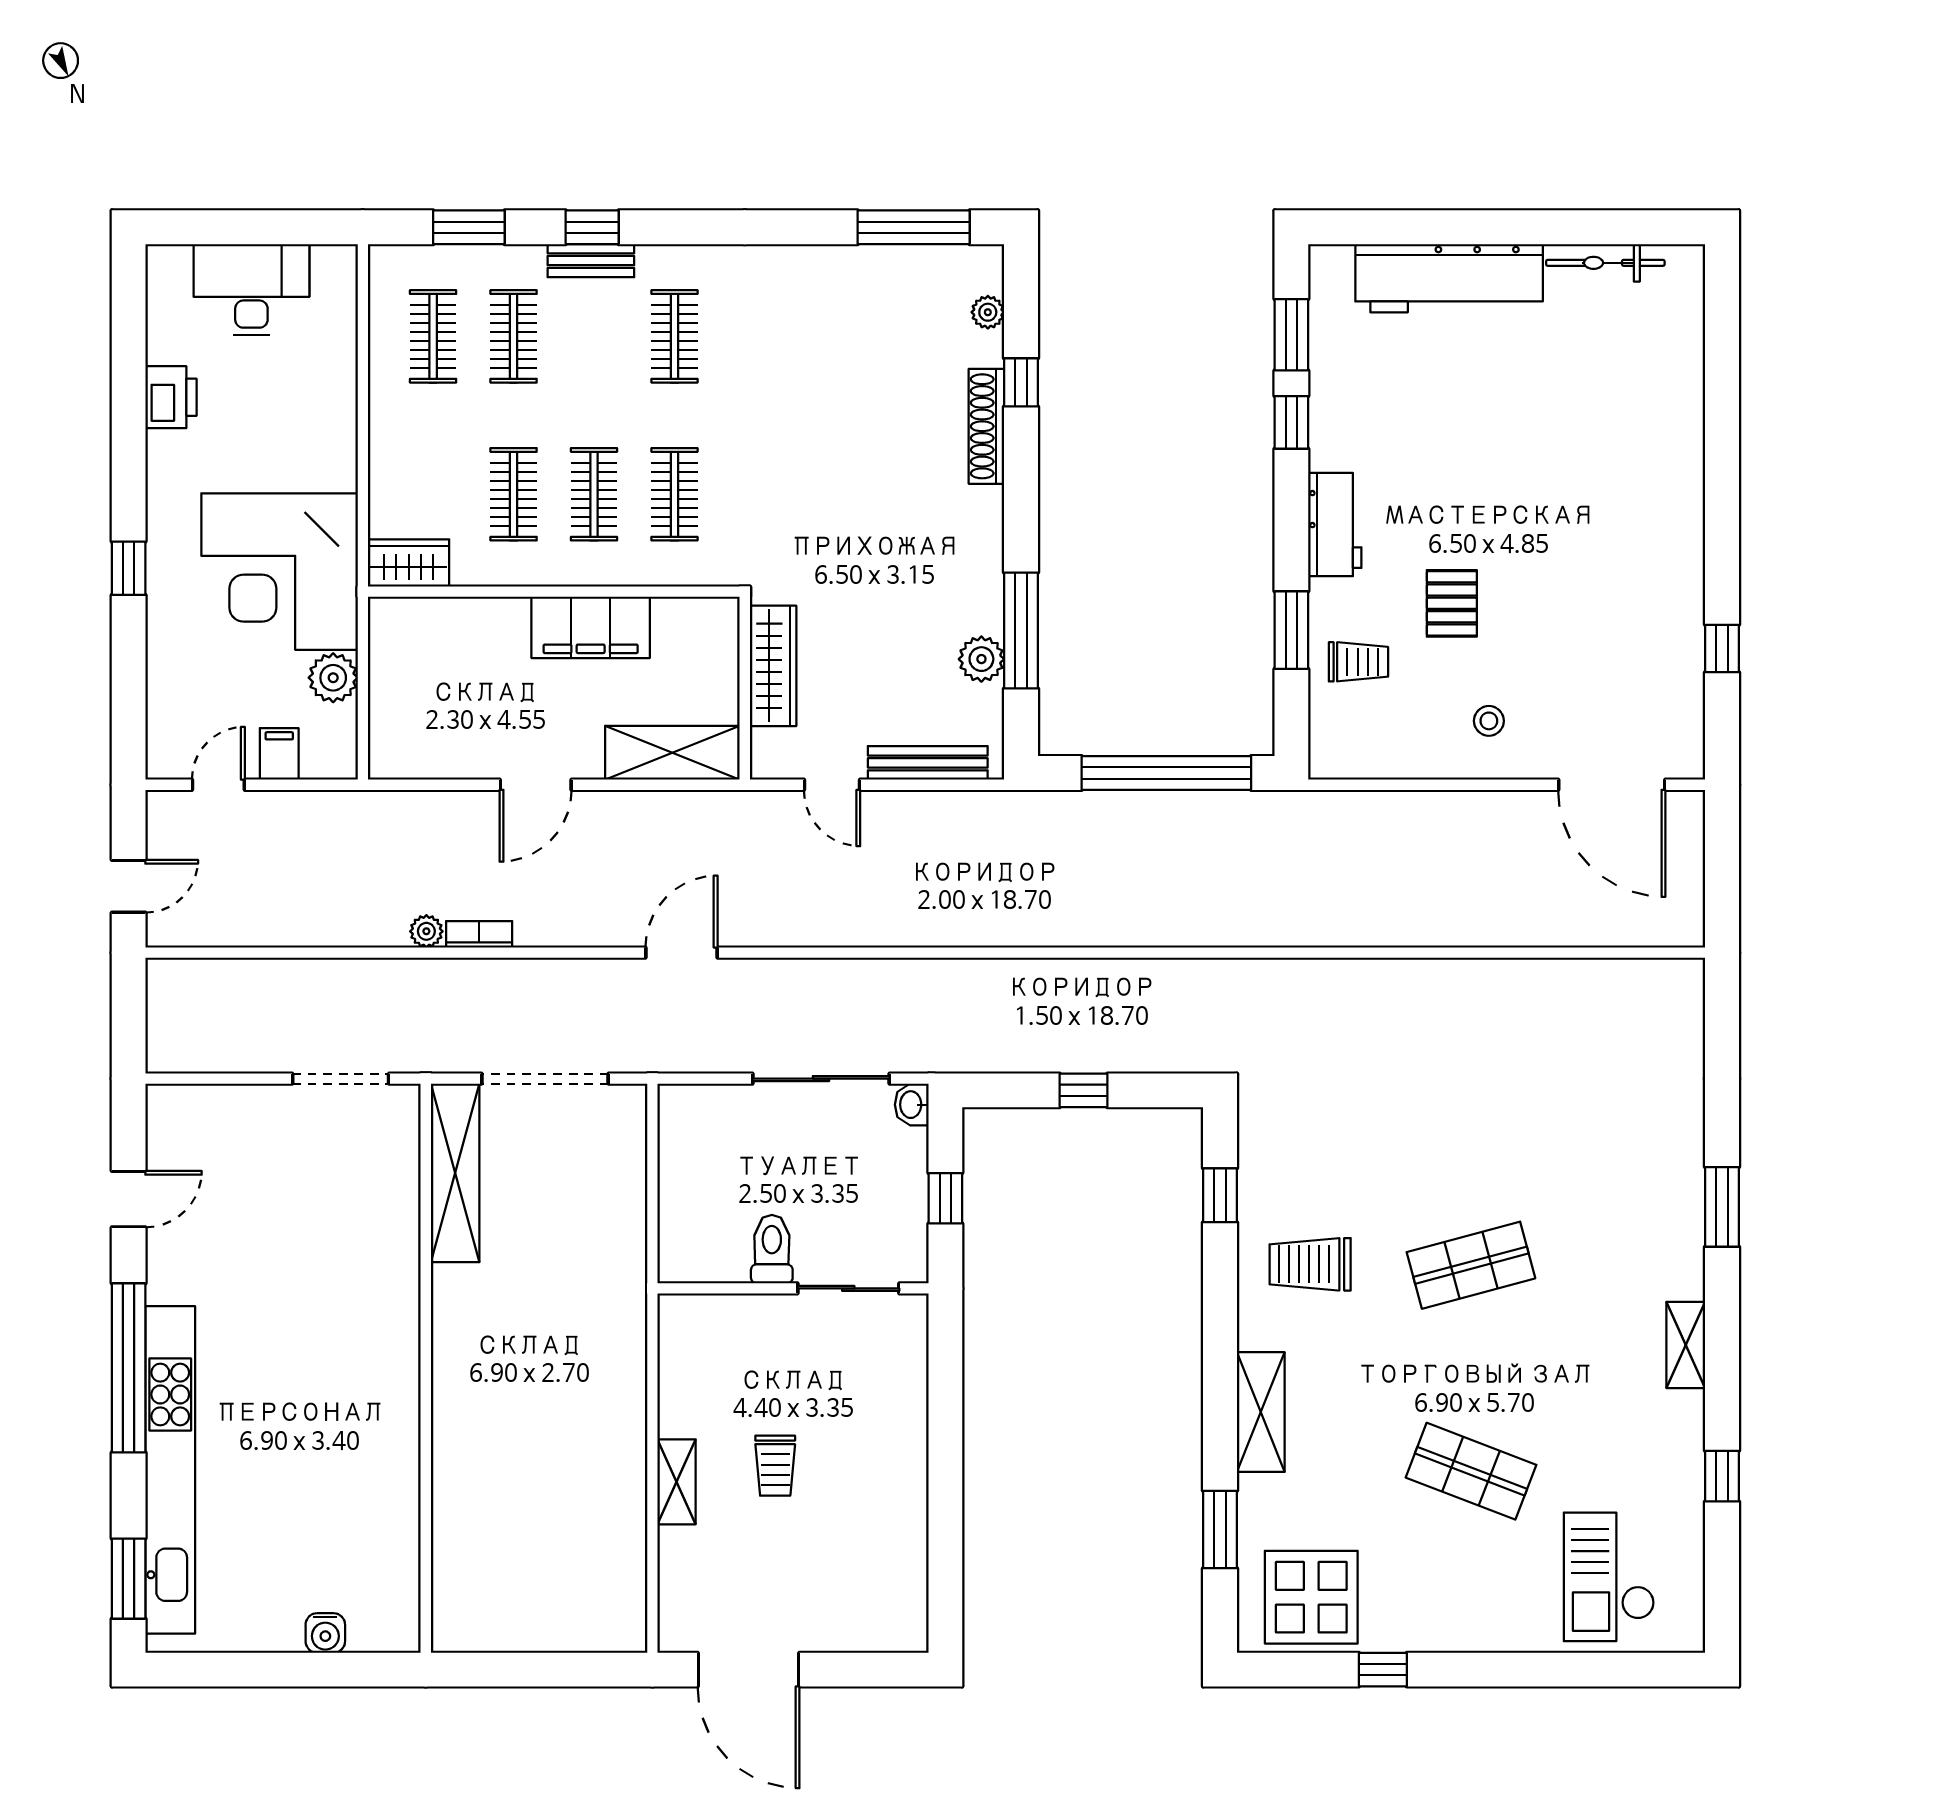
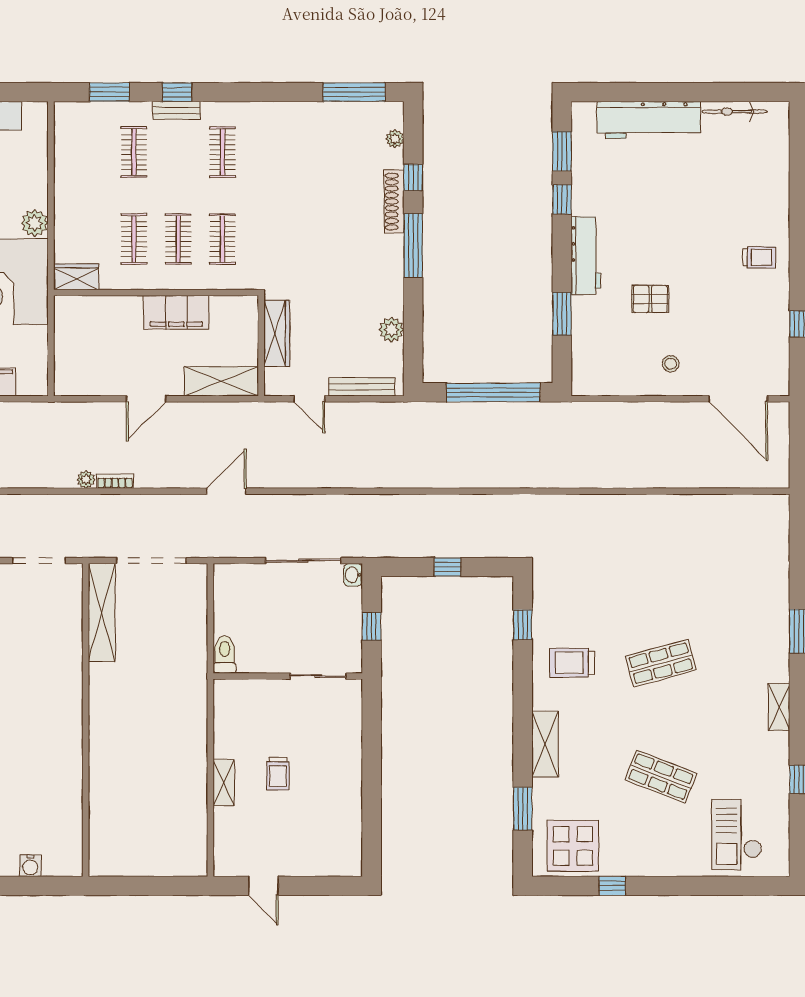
clothes rail: (433, 336) -> (90, 152), removed
workbench: (1335, 525) -> (586, 256), width x1.37
pallet: (1452, 603) -> (650, 299), turned 90
window: (1021, 631) -> (413, 246), moved
trolley: (1358, 662) -> (759, 257), moved
plant: (333, 678) -> (35, 223), moved
toilet: (772, 1249) -> (225, 654), moved
door: (749, 1670) -> (263, 886), width x0.53

